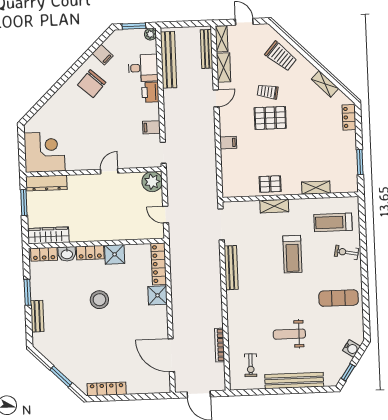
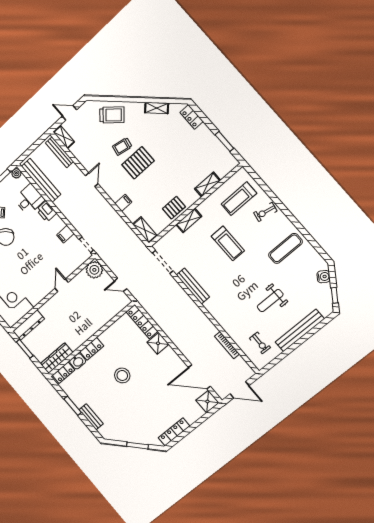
shelving: (224, 68) -> (145, 230), moved
shower: (115, 254) -> (207, 401), moved

